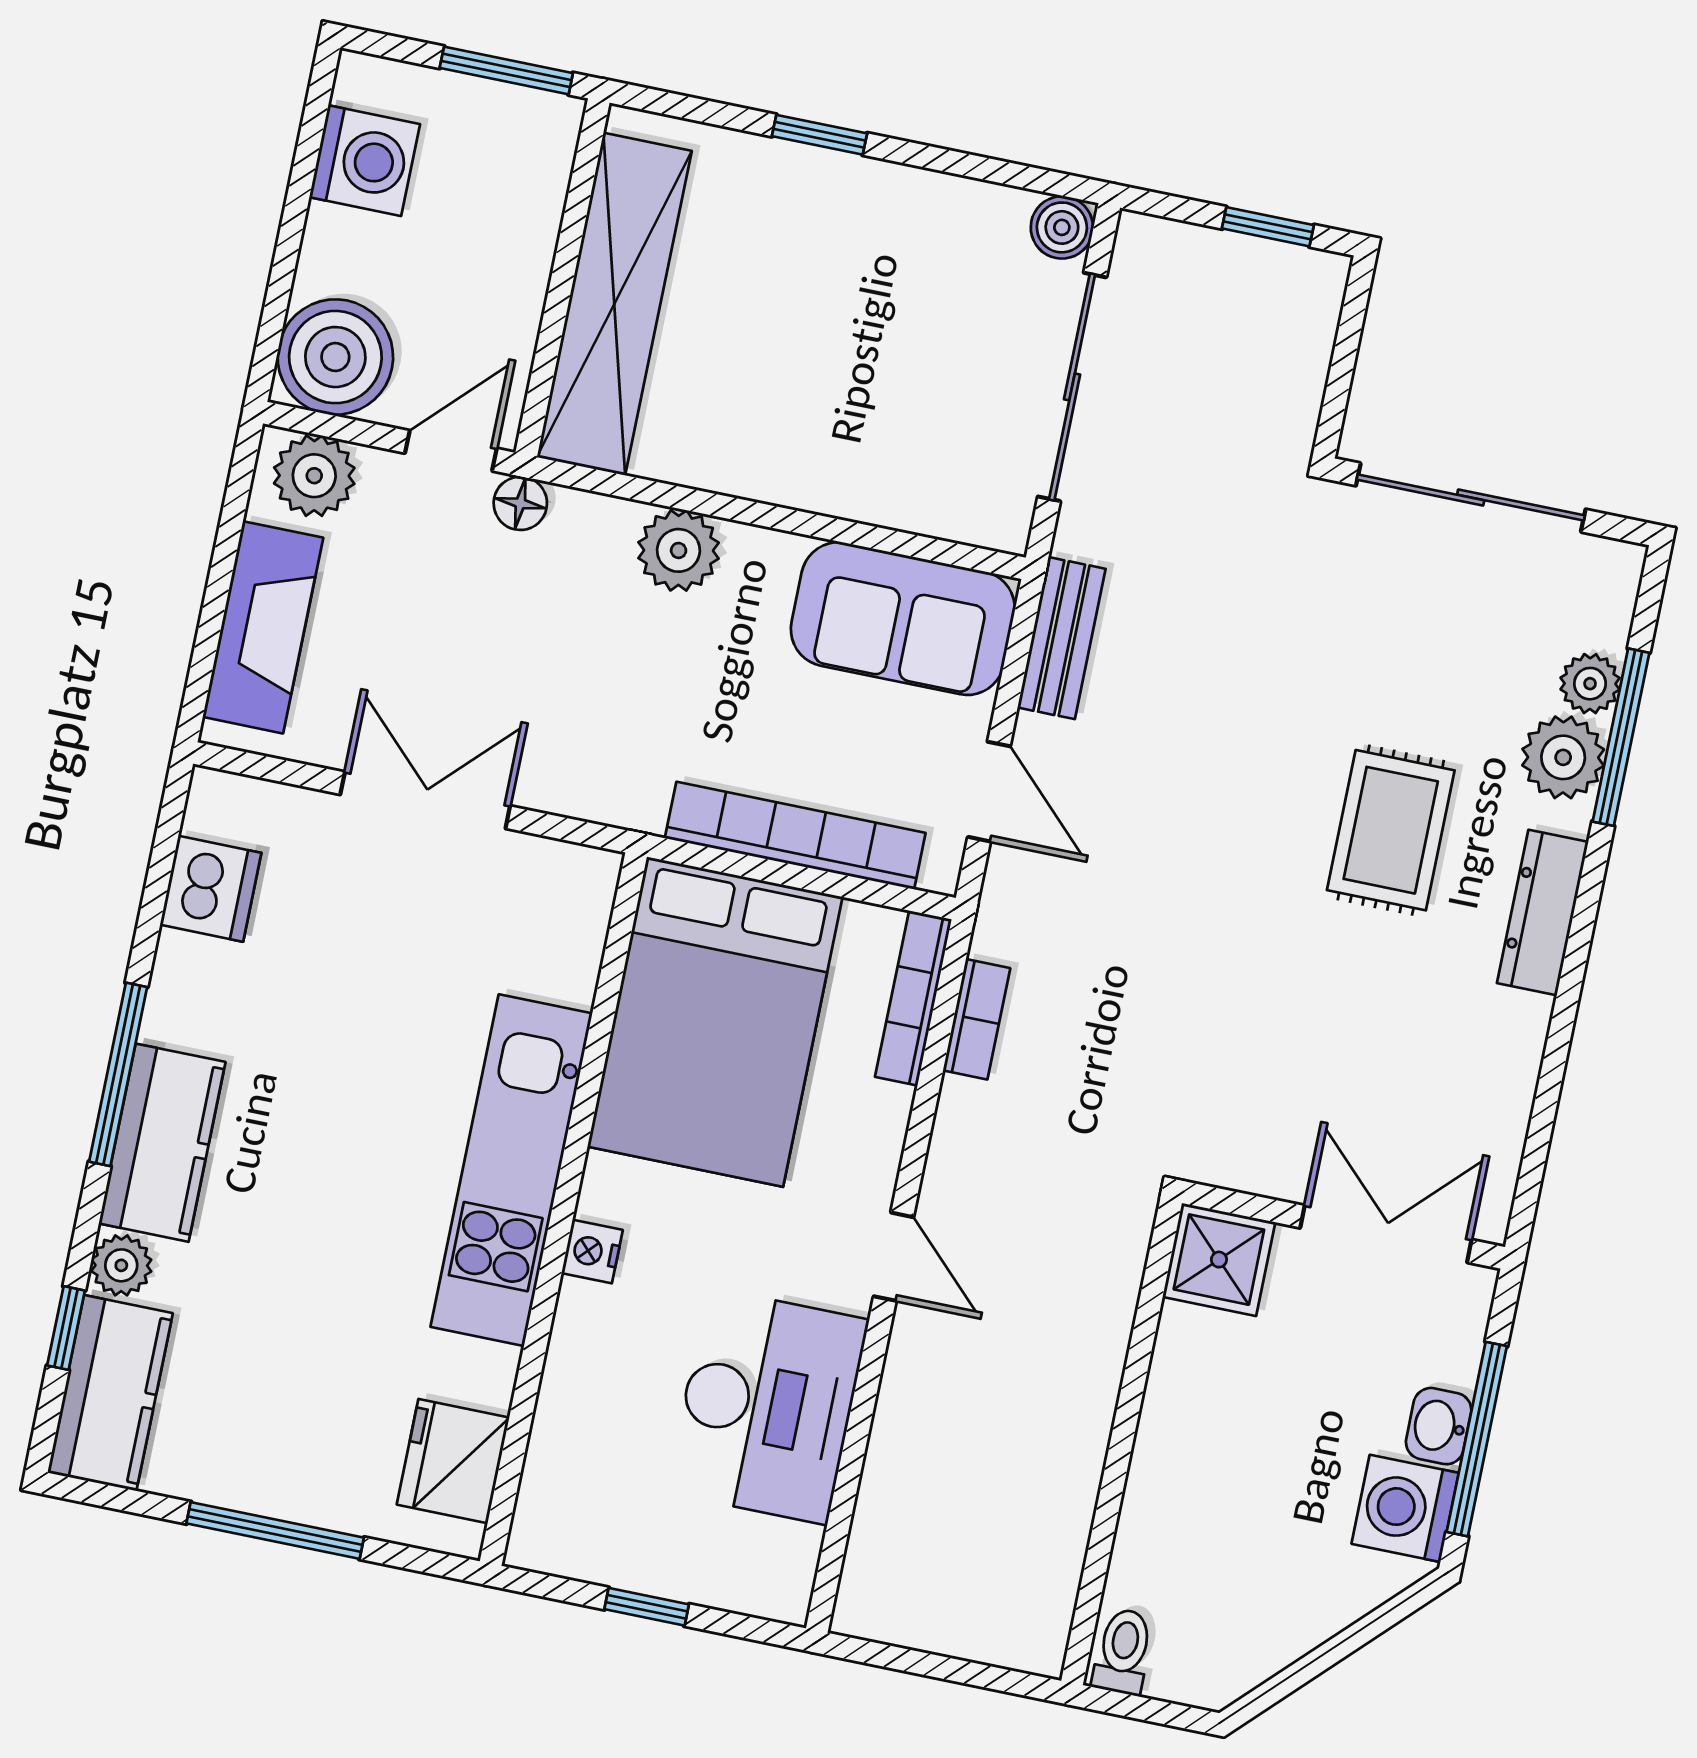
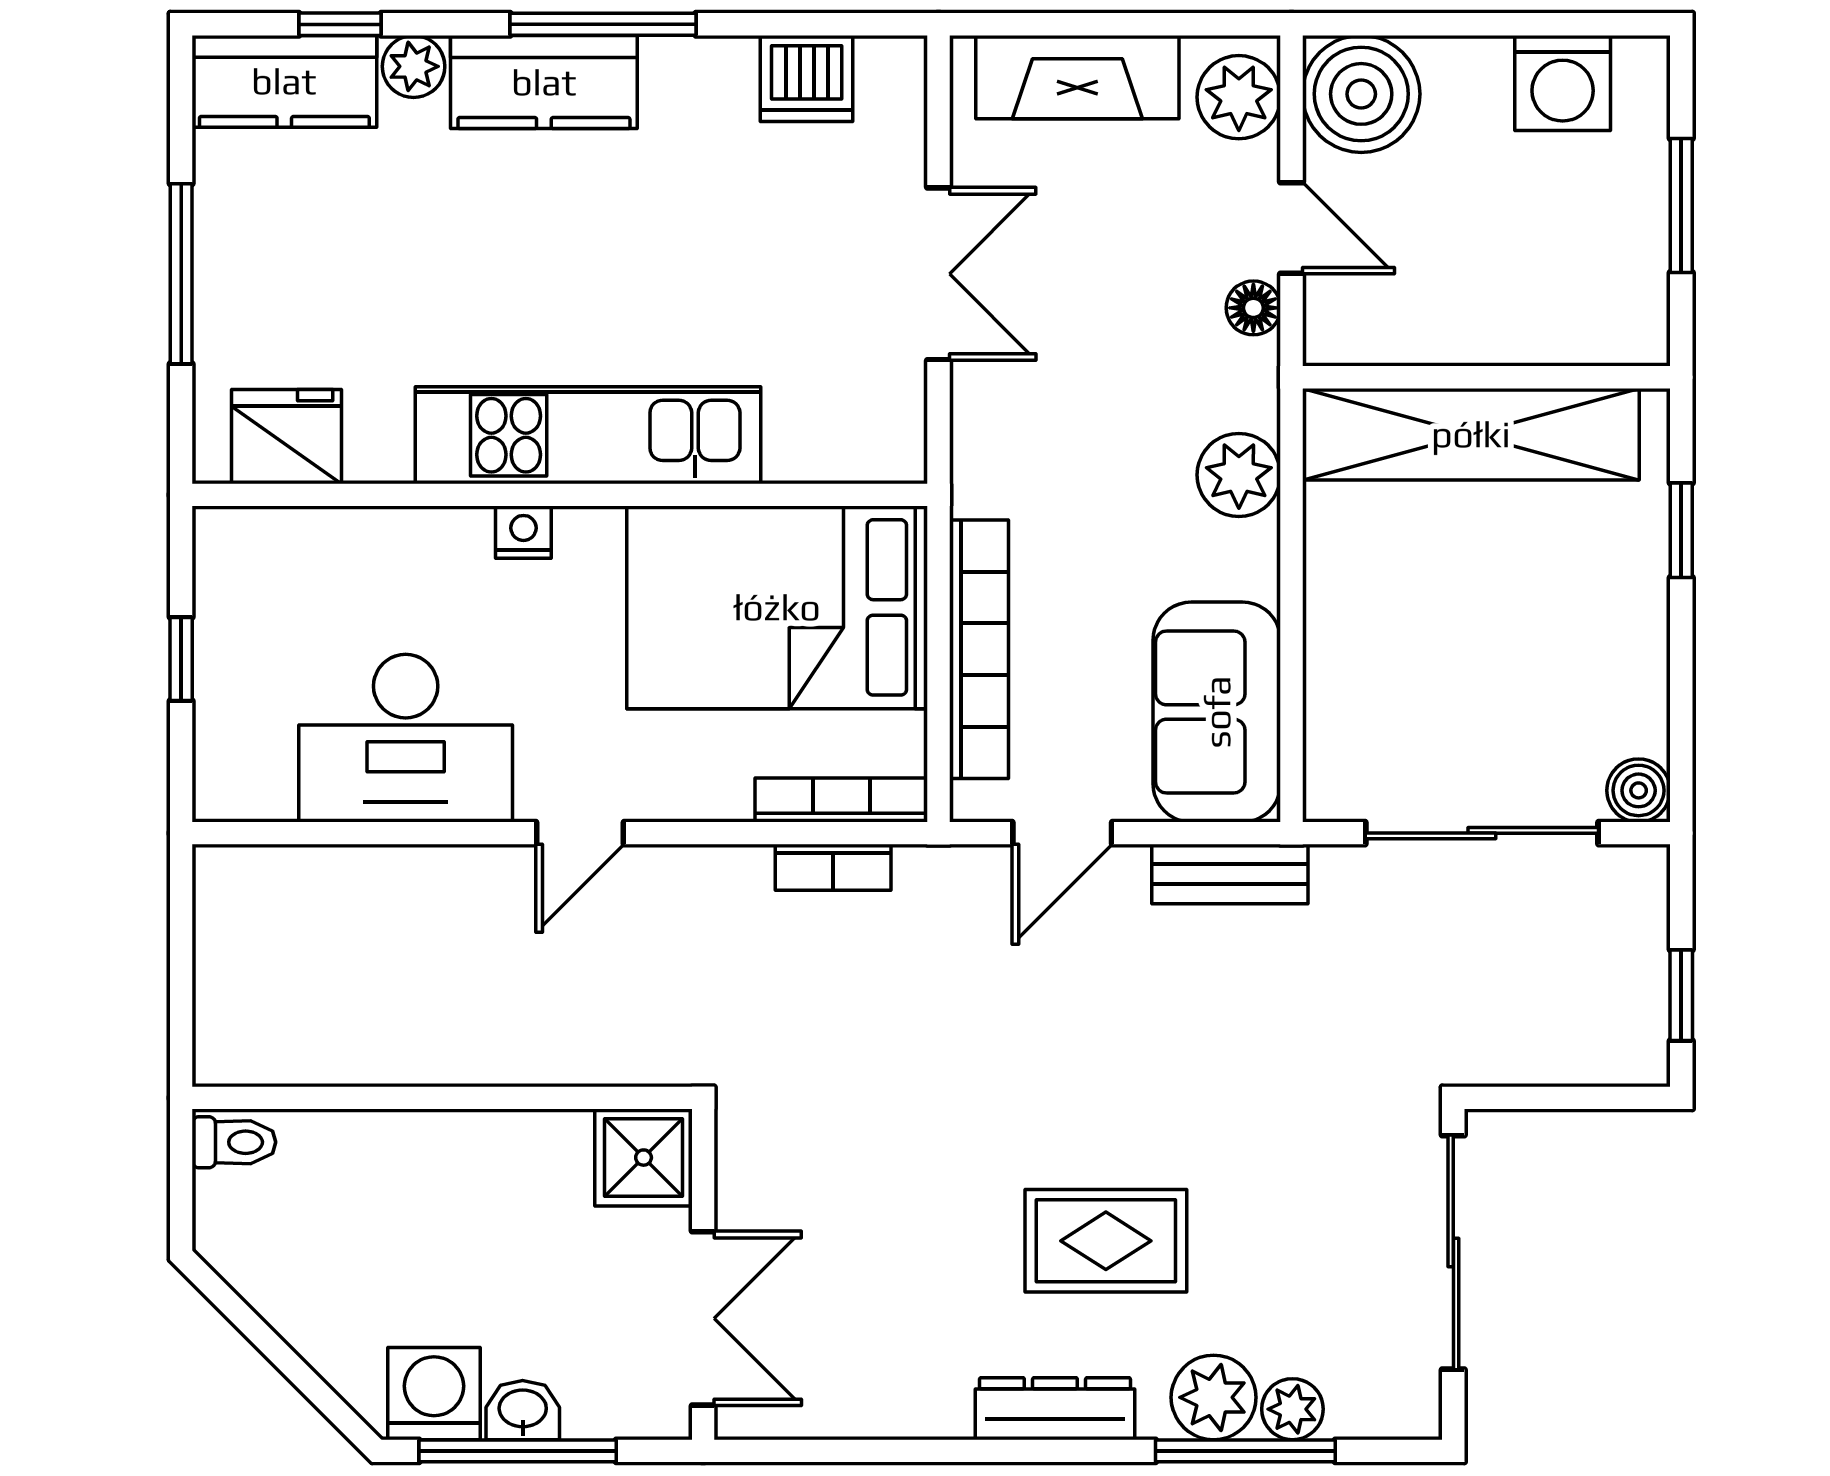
wall: (562, 278) -> (1486, 377), moved
shelving: (614, 304) -> (1471, 434), moved

